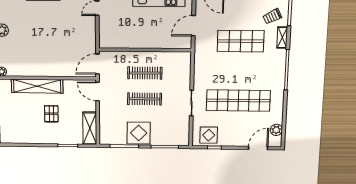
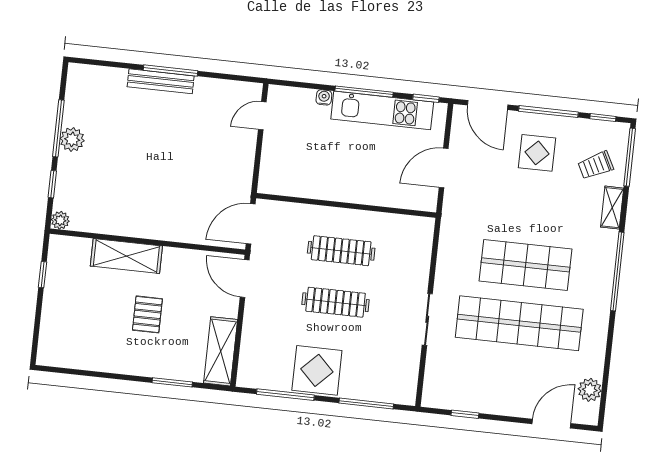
shop shelf: (241, 41) -> (525, 265), moved
shelving: (37, 86) -> (126, 256), width x0.68
display table: (209, 135) -> (537, 153), moved

